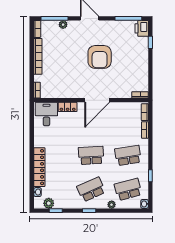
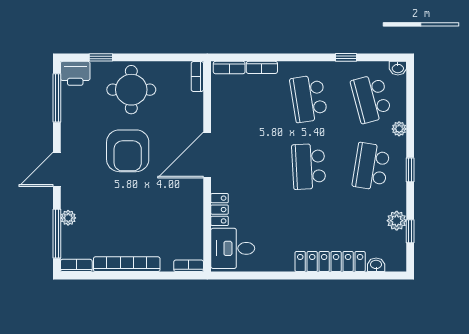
armchair: (100, 57) -> (128, 151), turned 90
round table: (133, 59) -> (131, 90), added
door: (97, 100) -> (207, 155), swing flipped
school desk: (91, 189) -> (371, 166), turned 33
plant: (49, 203) -> (397, 221), moved

